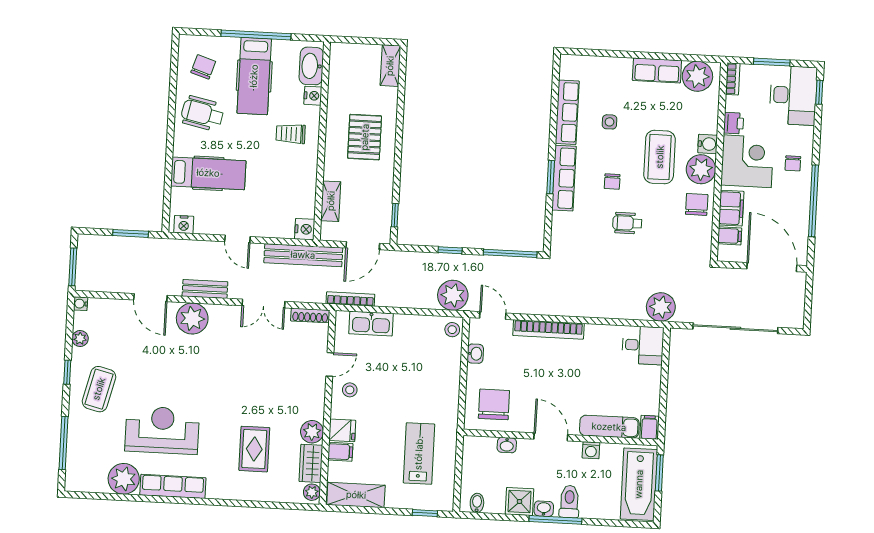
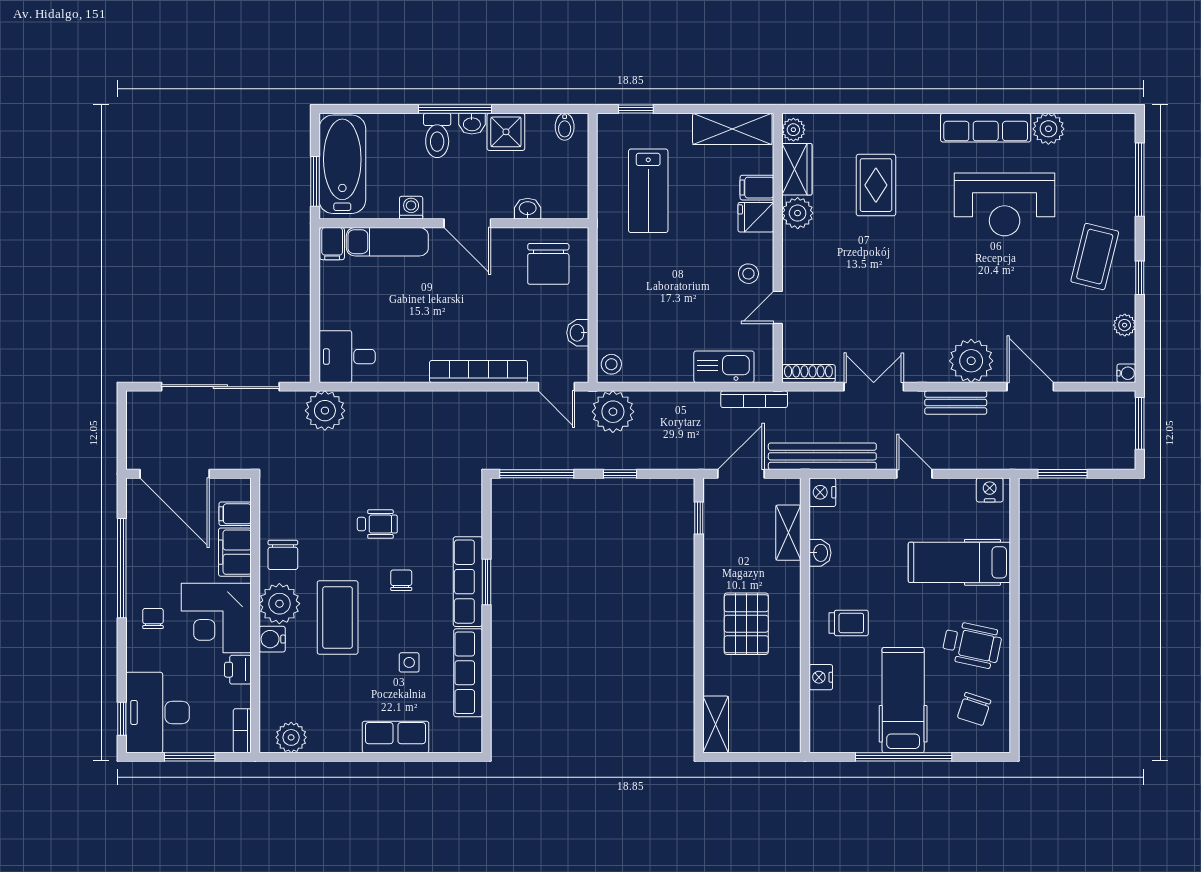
washbasin: (311, 66) -> (820, 553), moved, width x0.52, depth x0.69
row of seats: (657, 70) -> (395, 737), moved
plant: (697, 76) -> (291, 737), width x0.73, depth x0.73
plant: (124, 479) -> (1048, 129), width x0.73, depth x0.73

